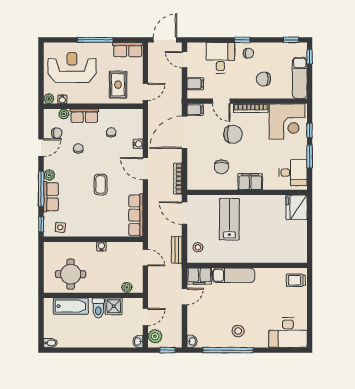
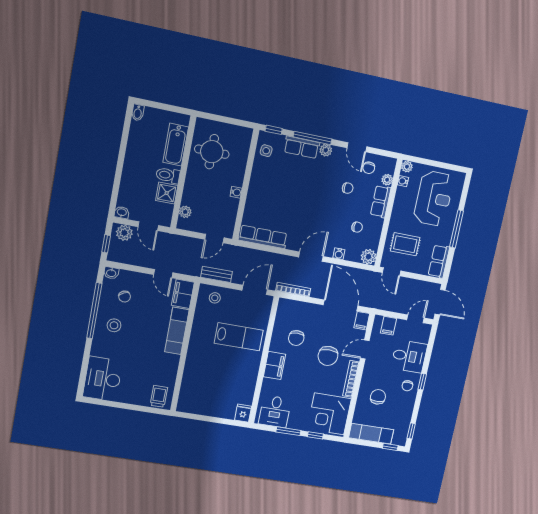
plant: (136, 116) -> (369, 257), added
chair: (221, 167) -> (296, 338), turned -92
coffee table: (101, 185) -> (304, 205), removed
fridge: (297, 207) -> (243, 413), width x0.53, depth x0.75
chair: (211, 326) -> (125, 297), added

